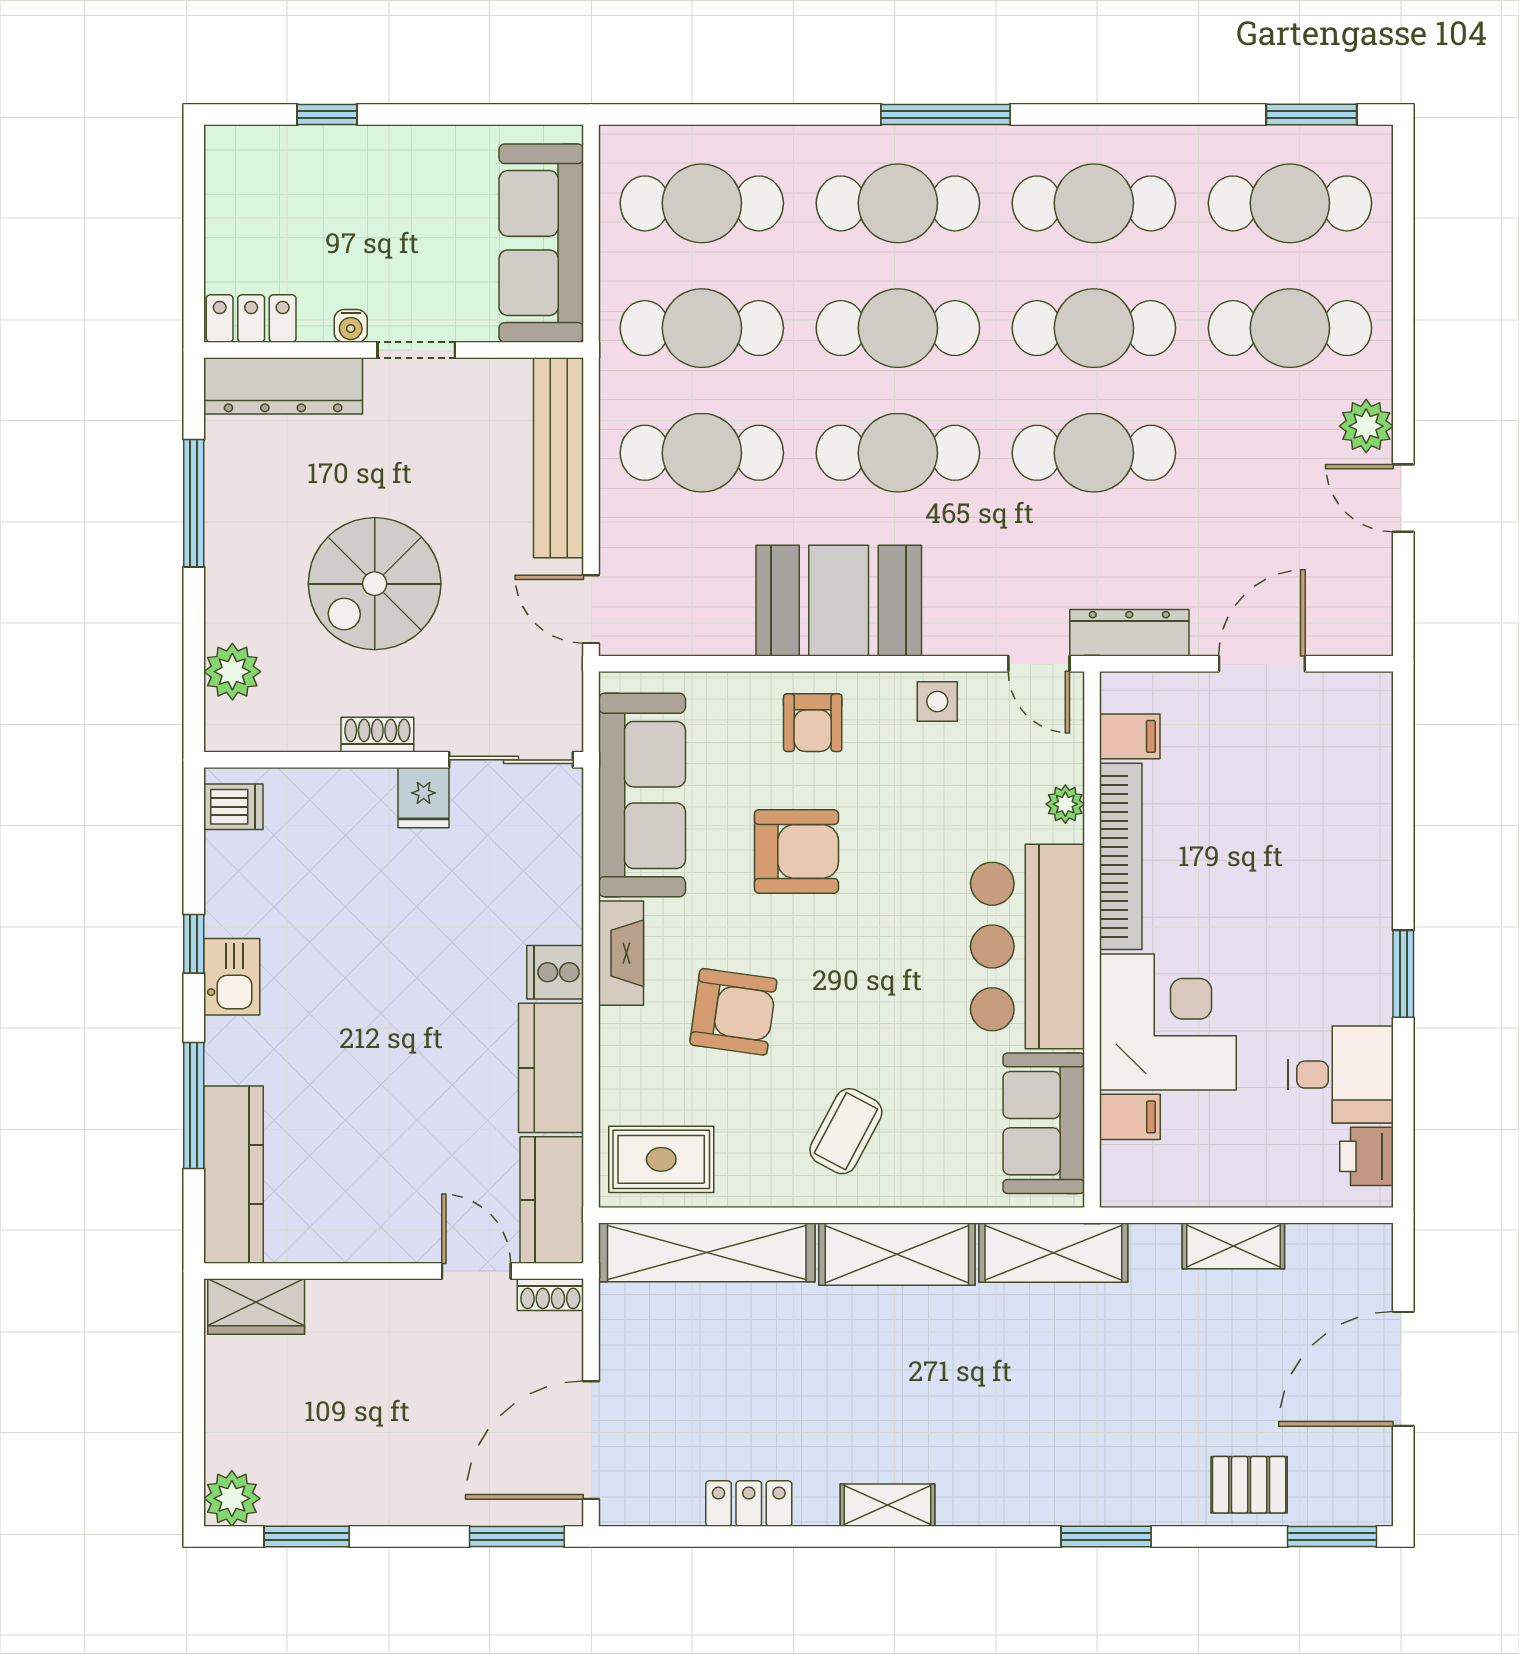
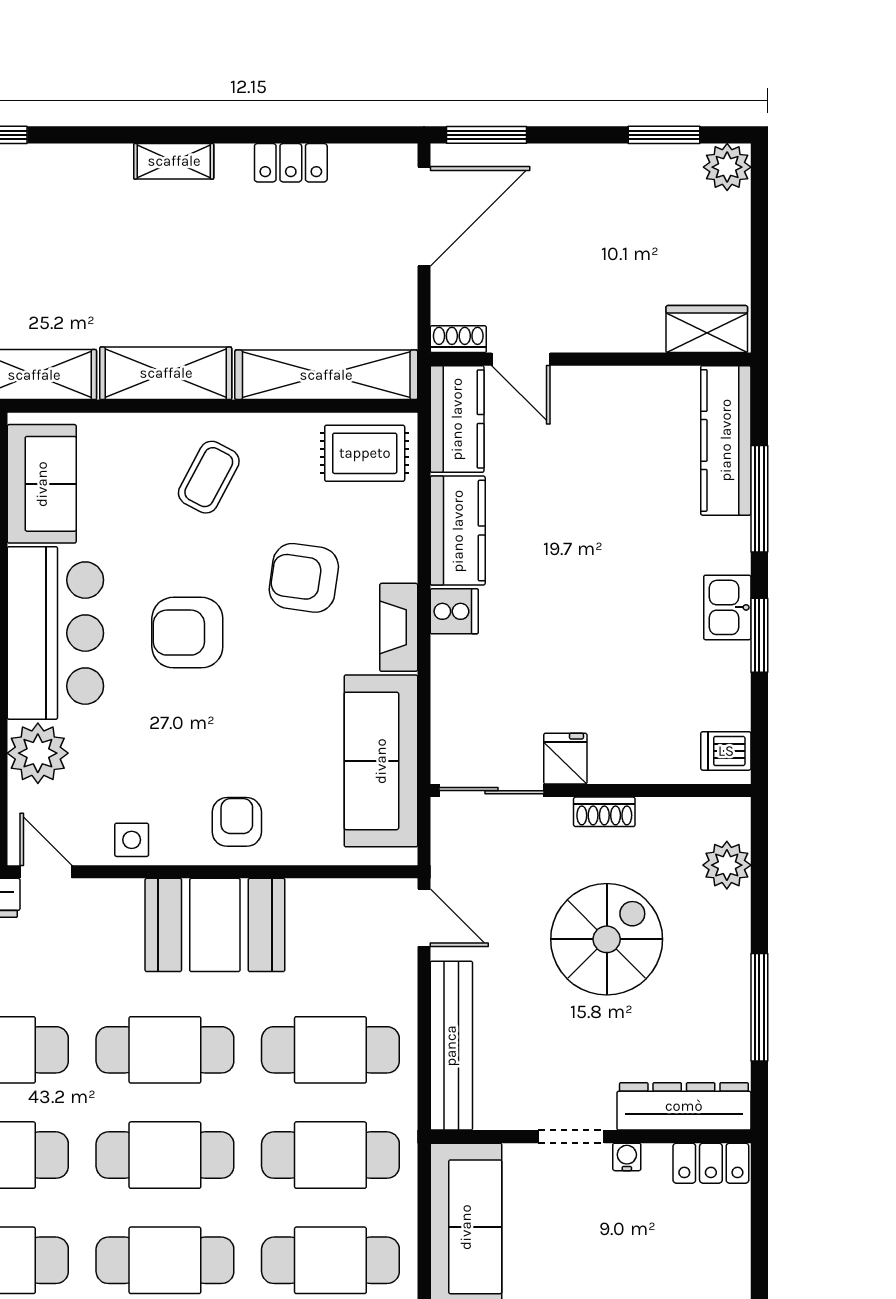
plant: (1065, 804) -> (38, 753), width x1.88, depth x1.88
armchair: (796, 851) -> (187, 633), moved
window: (194, 944) -> (759, 635), width x1.50

